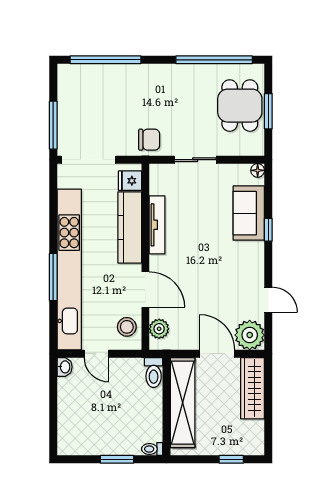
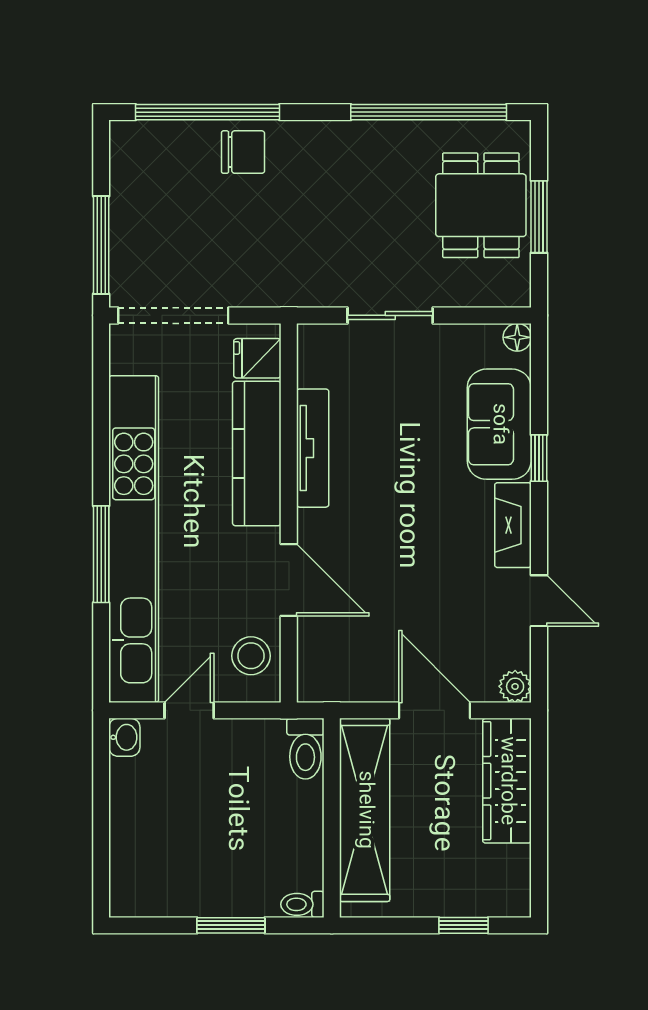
chair: (149, 140) -> (243, 152), moved
fireplace: (256, 263) -> (513, 525), added
plant: (159, 329) -> (317, 660), removed
plant: (250, 335) -> (515, 686), width x0.53, depth x0.53
door: (96, 354) -> (189, 710), swing flipped

